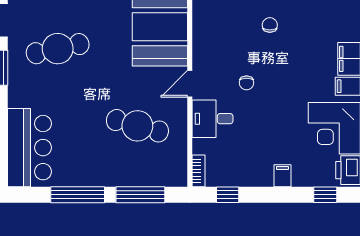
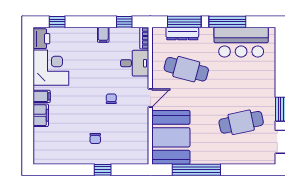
desk: (212, 119) -> (135, 63), moved
bar counter: (29, 148) -> (241, 42), moved, turned -90
filing cabinet: (282, 176) -> (103, 35), moved
dresser: (143, 178) -> (182, 33), added

